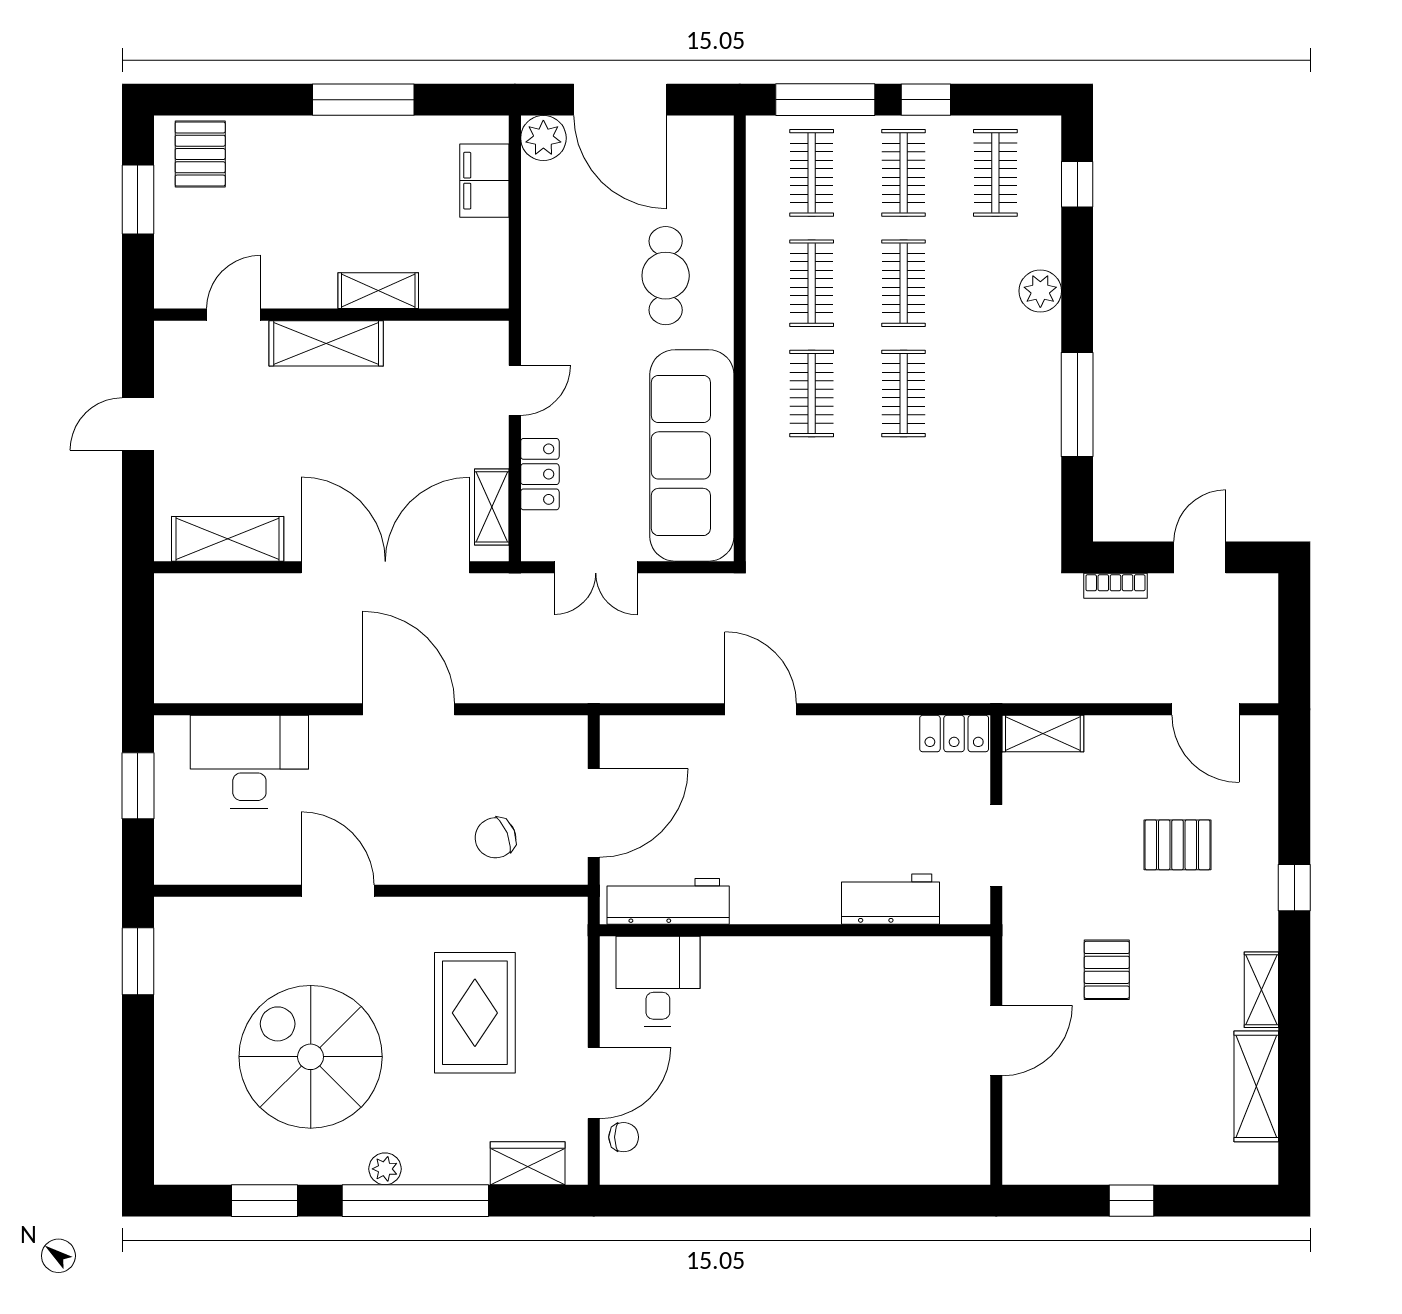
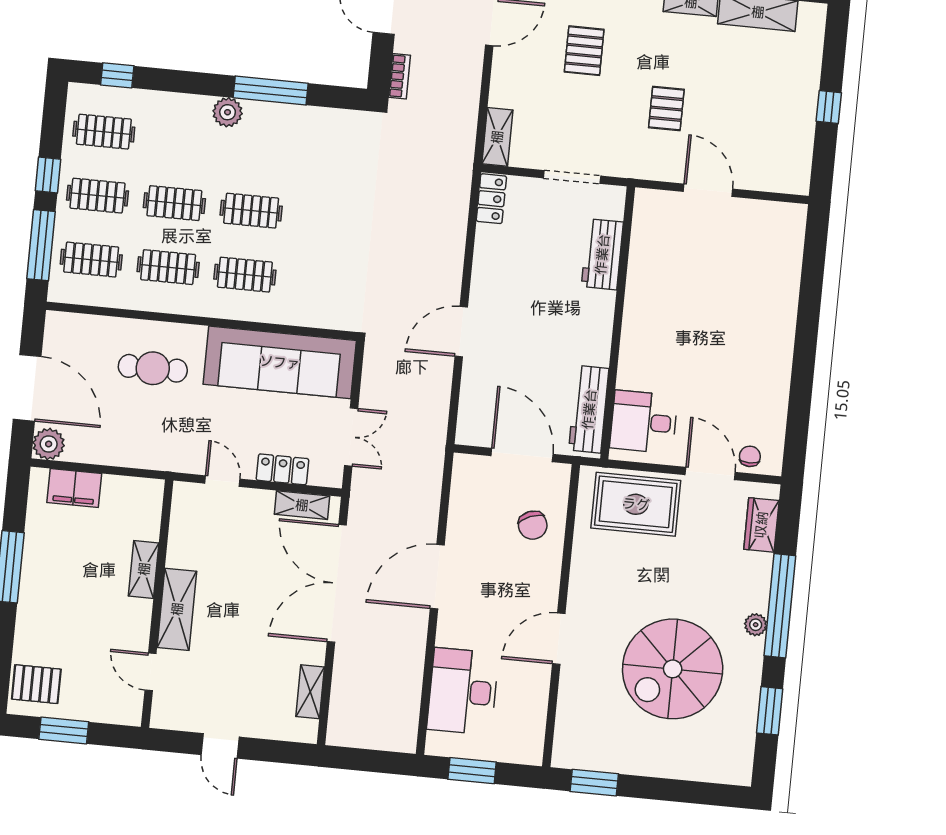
door: (620, 100) -> (27, 388), hinge flipped
plant: (1040, 291) -> (228, 112), moved
shelving: (228, 539) -> (310, 692), width x0.67, depth x0.75
pallet: (1107, 970) -> (666, 109), turned 90
rug: (475, 1013) -> (636, 504), moved

